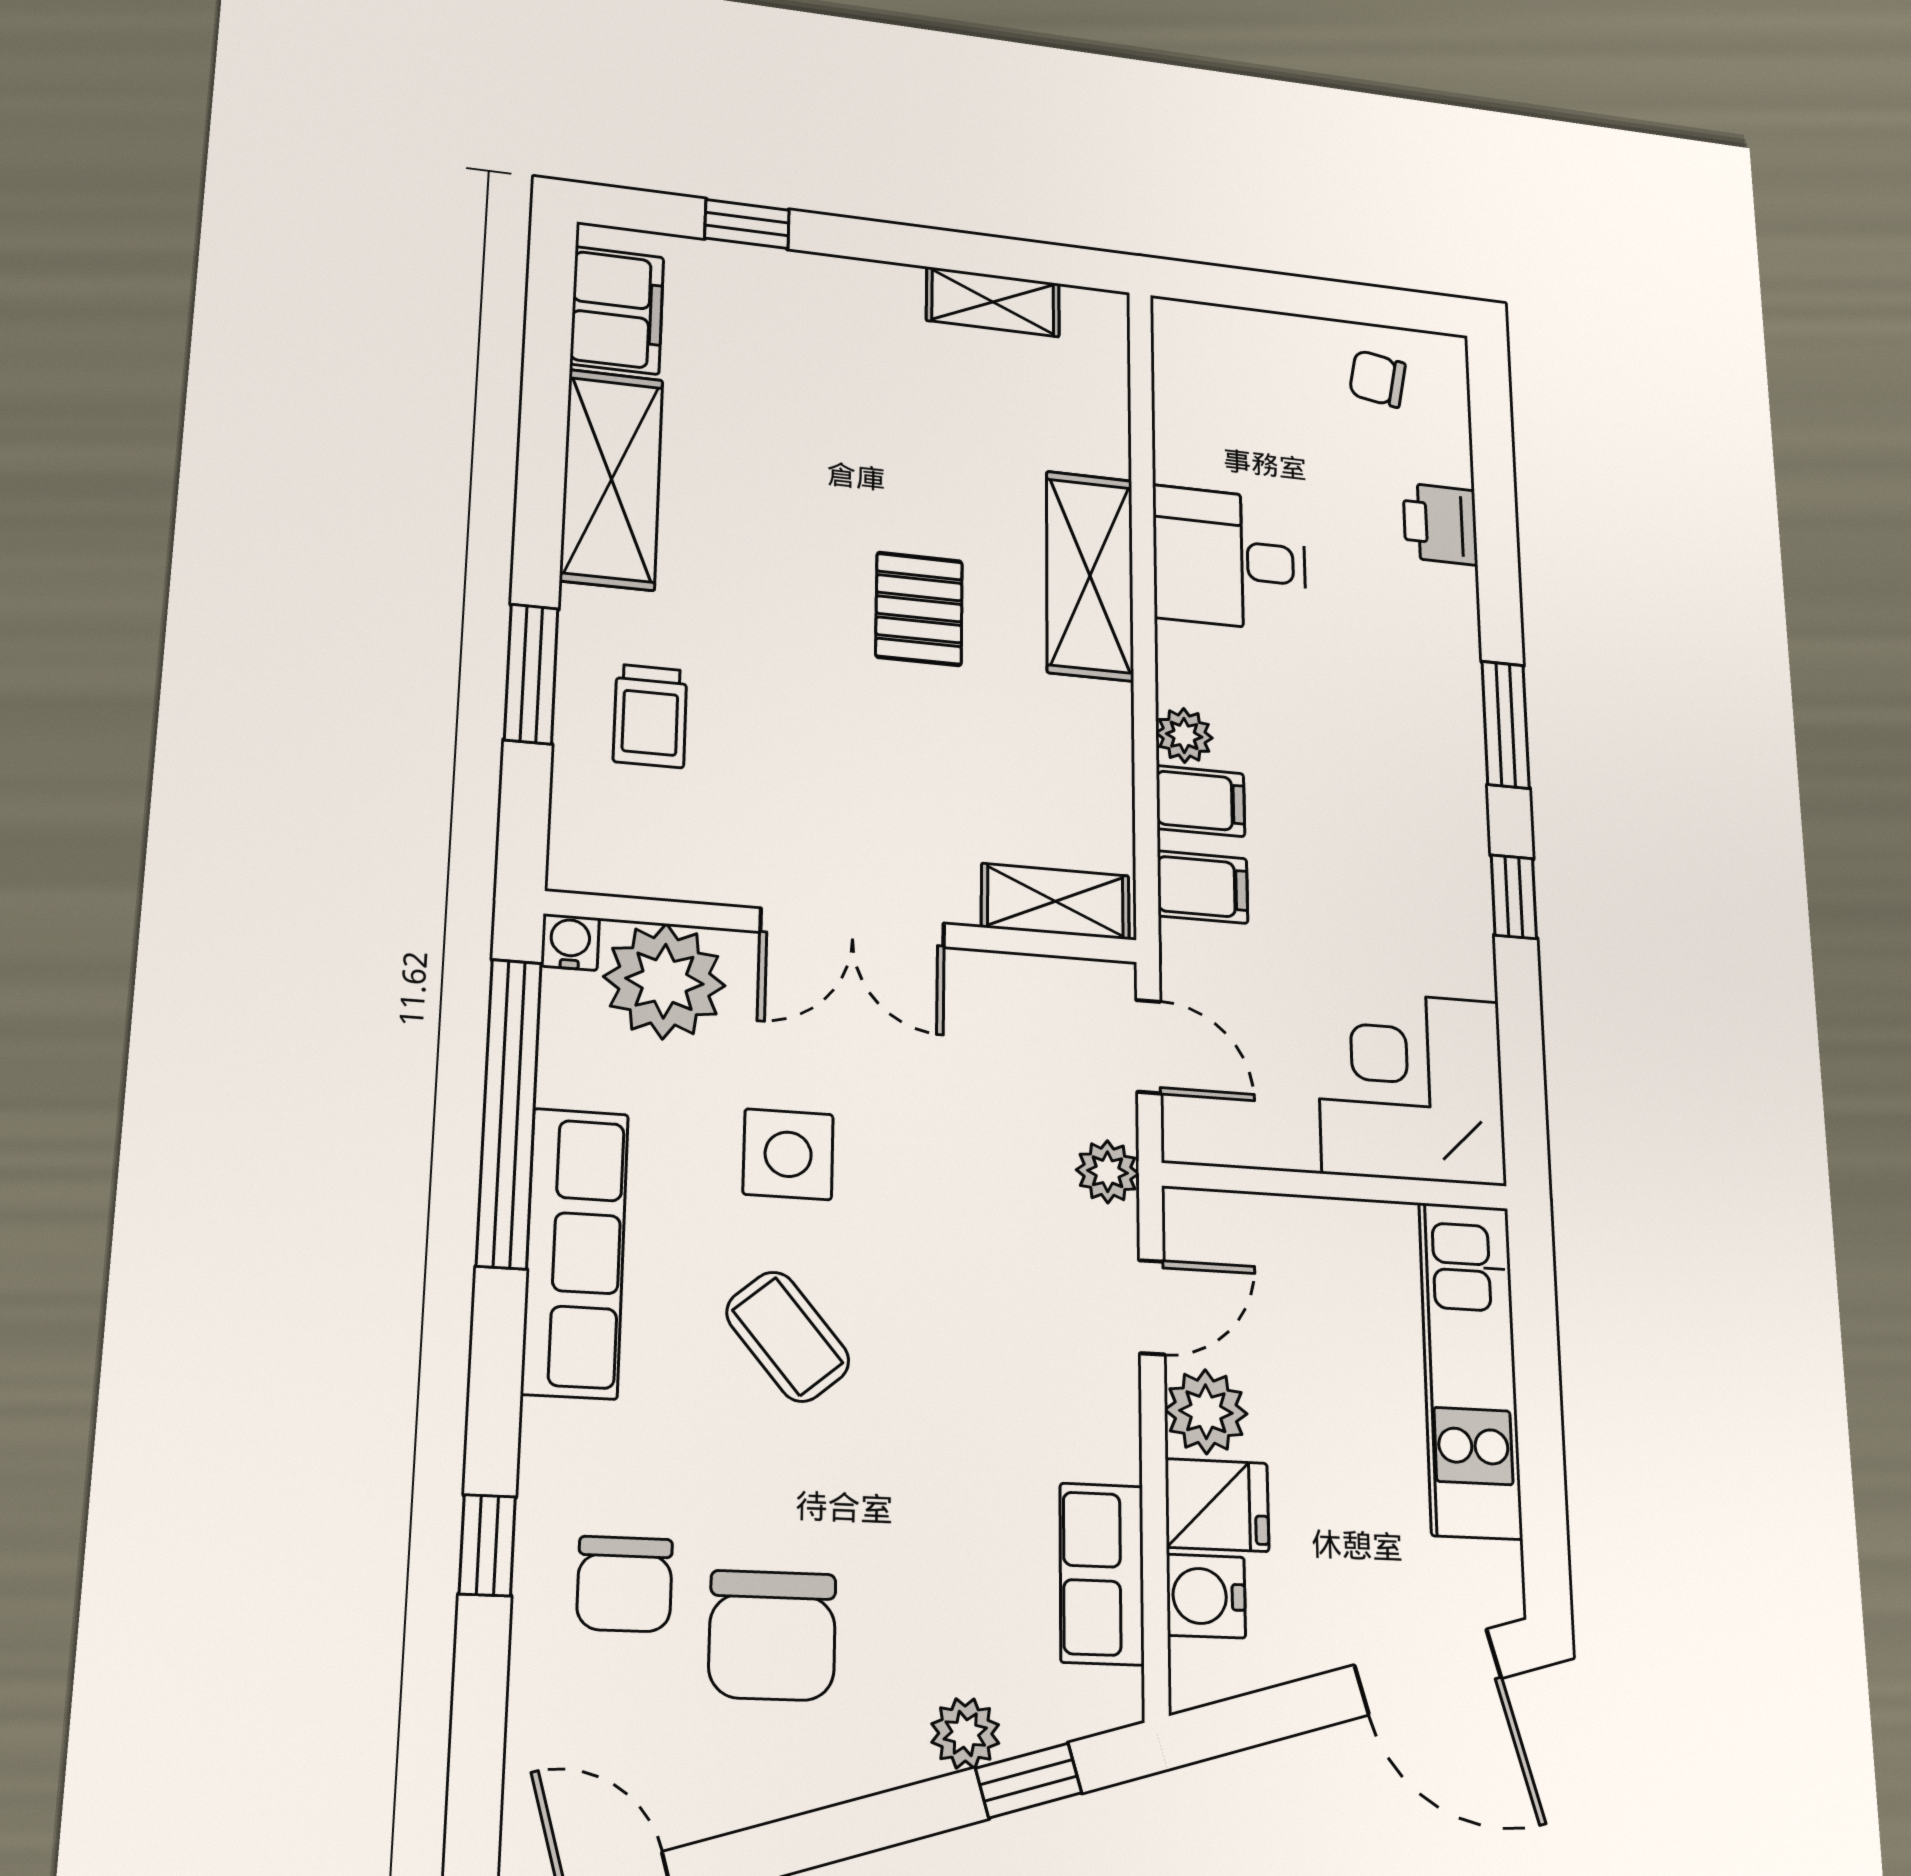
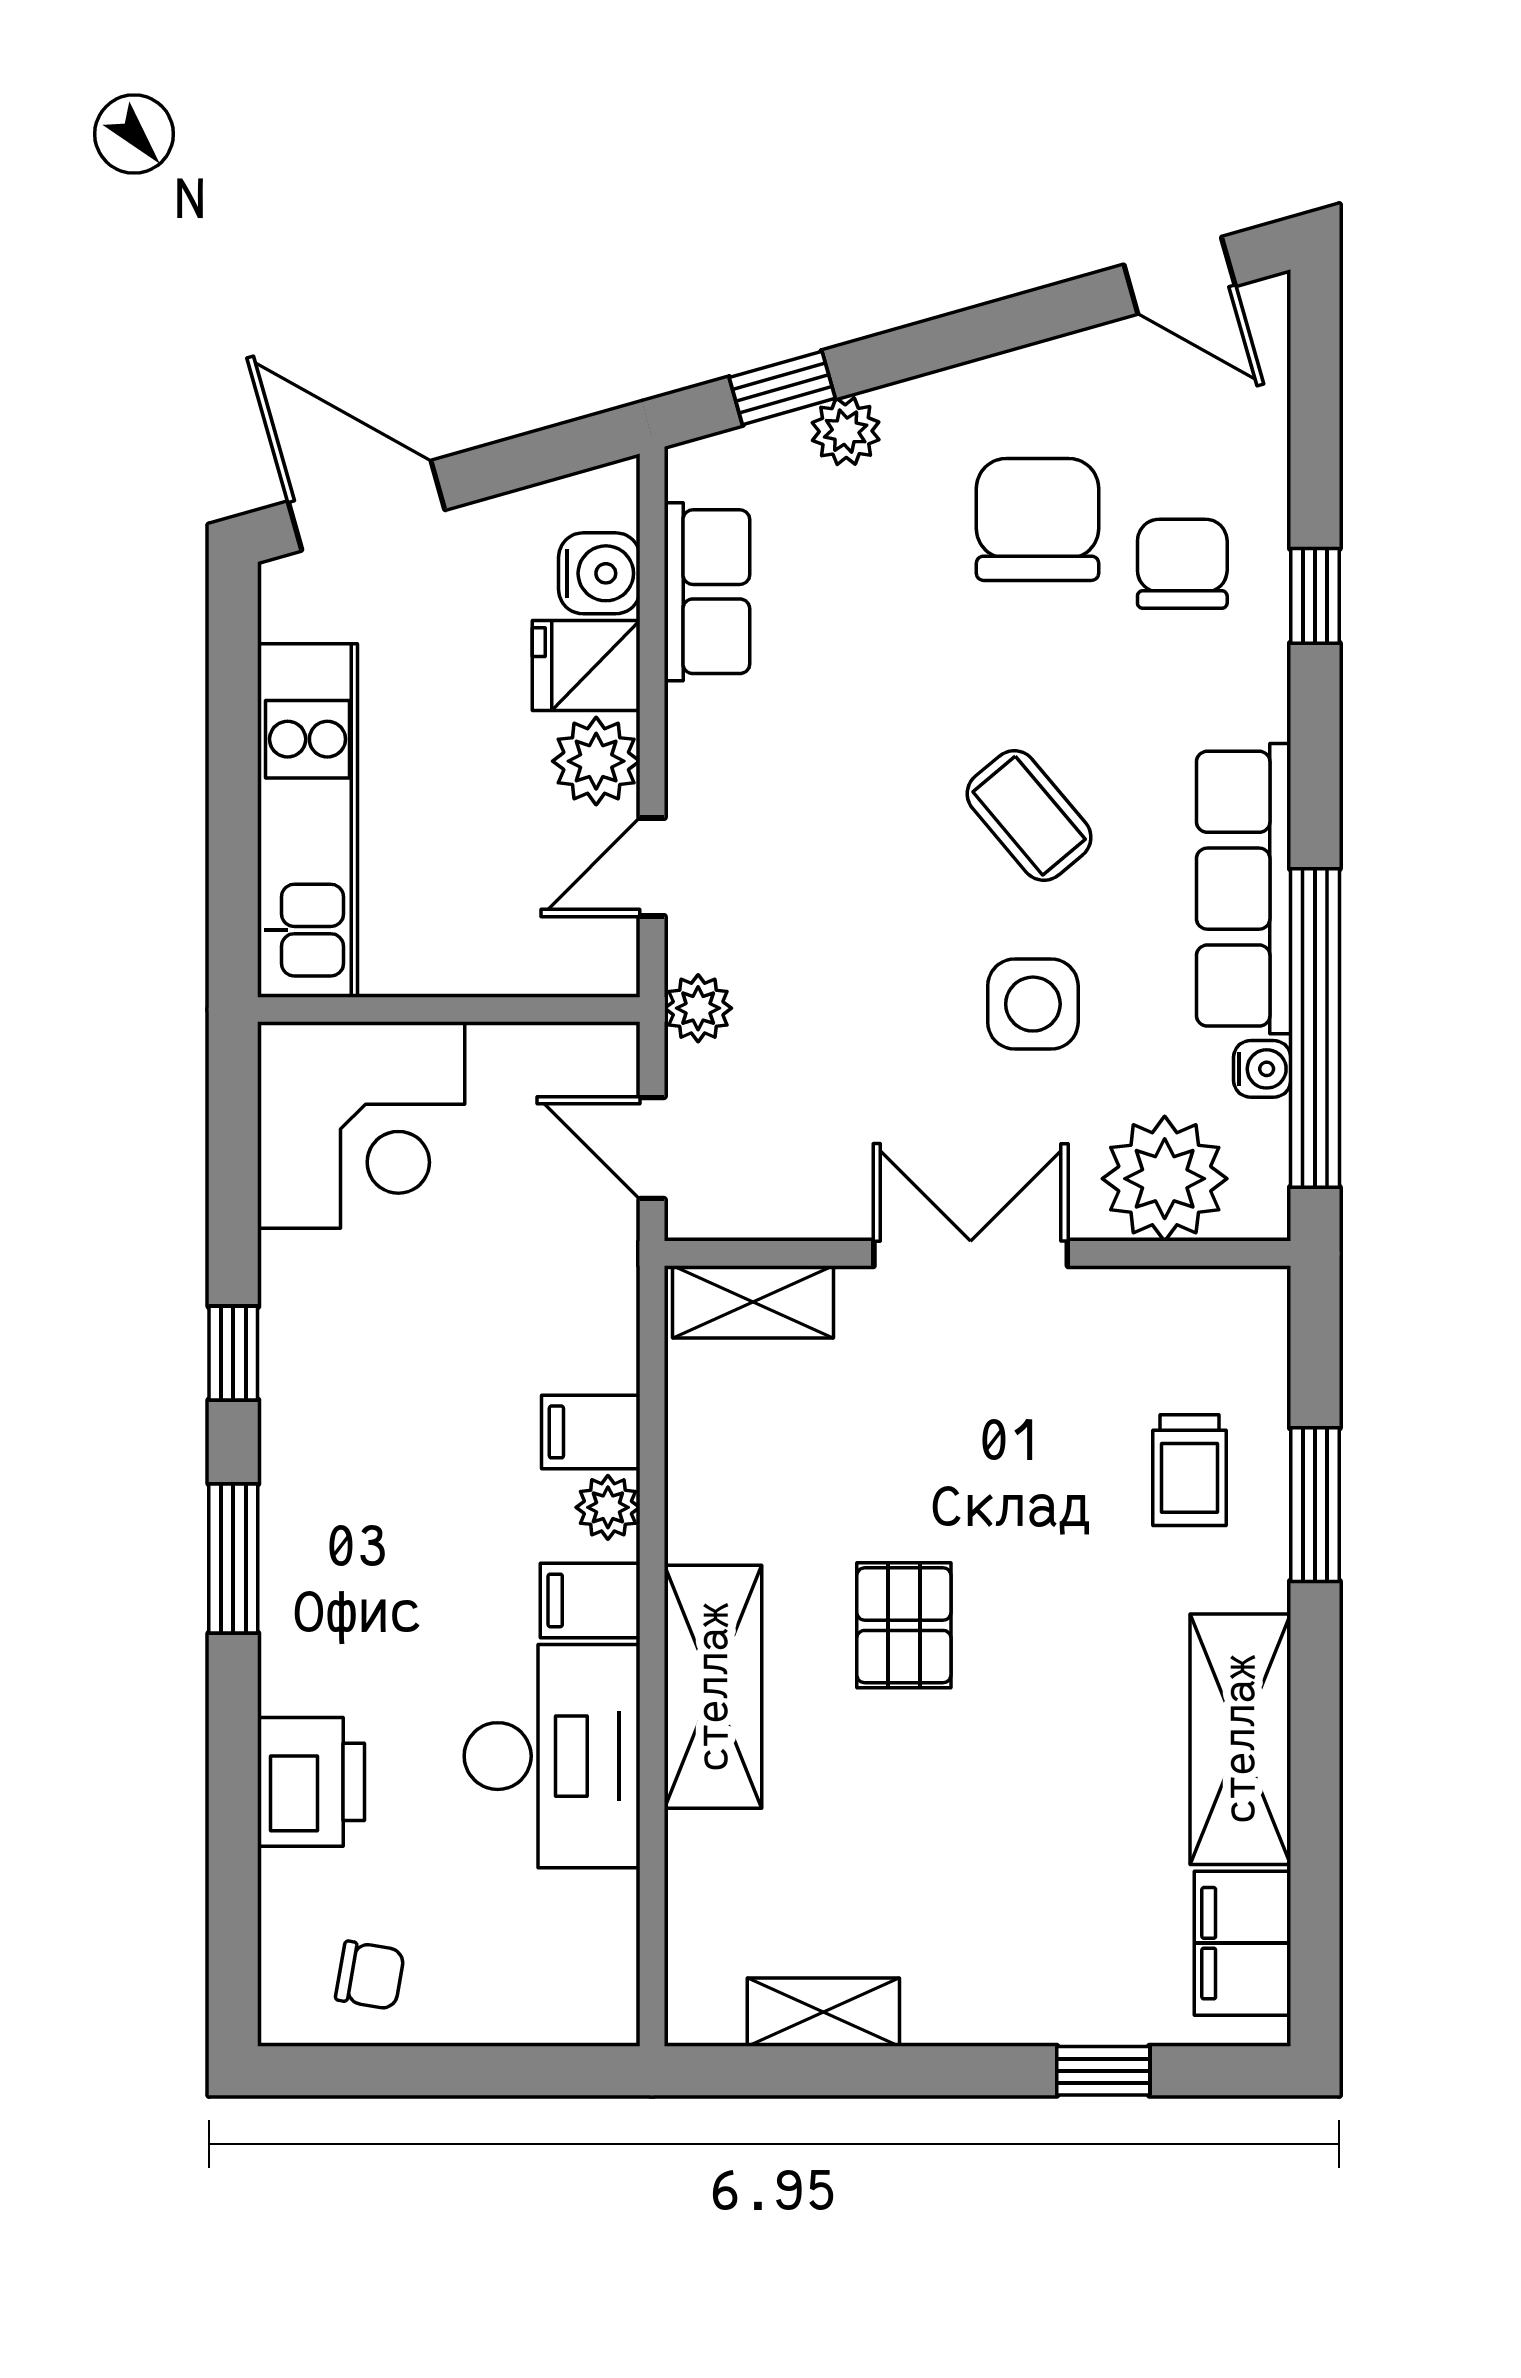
printer: (1440, 524) -> (311, 1782), width x1.36, depth x1.24
desk: (1230, 559) -> (552, 1756), width x1.37
trolley: (650, 716) -> (1190, 1470), turned 180
filing cabinet: (1203, 887) -> (590, 1600), moved
water cooler: (570, 942) -> (1262, 1069), moved, turned -90

